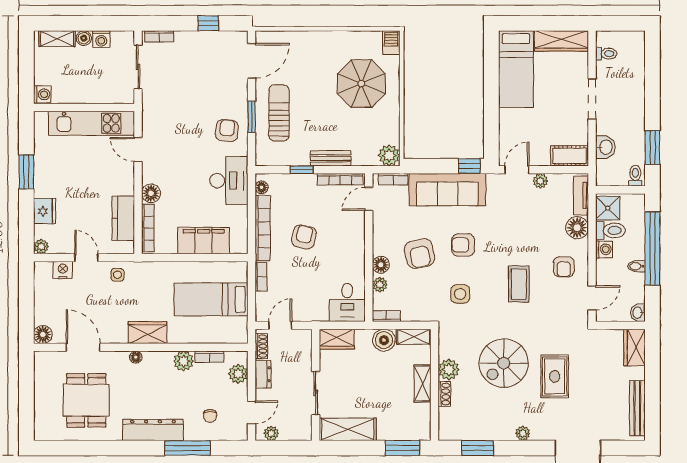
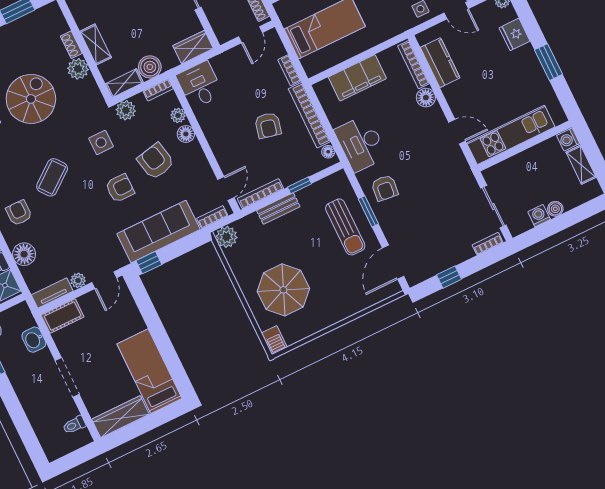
shelving: (57, 39) -> (581, 165), moved, turned 90
tv unit: (581, 195) -> (52, 293), moved, turned -90
coffee table: (519, 284) -> (52, 177), turned 52
plant: (424, 312) -> (126, 110), added

